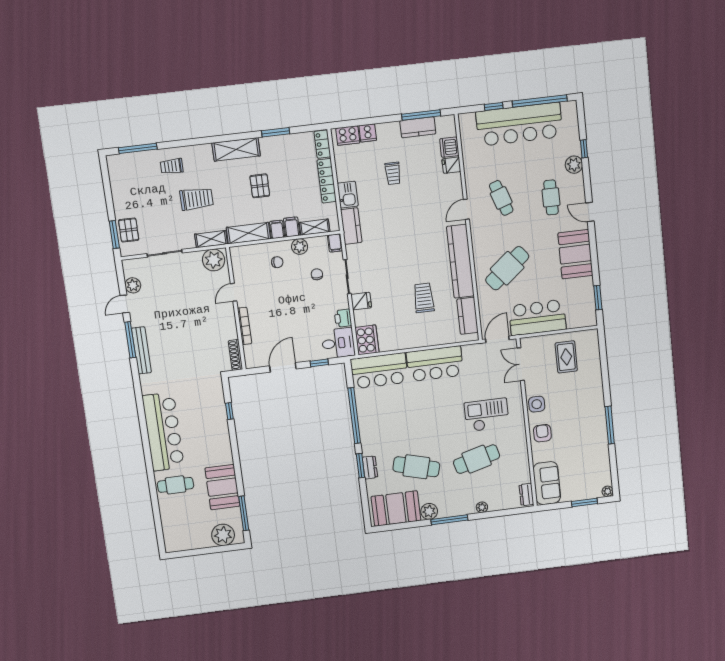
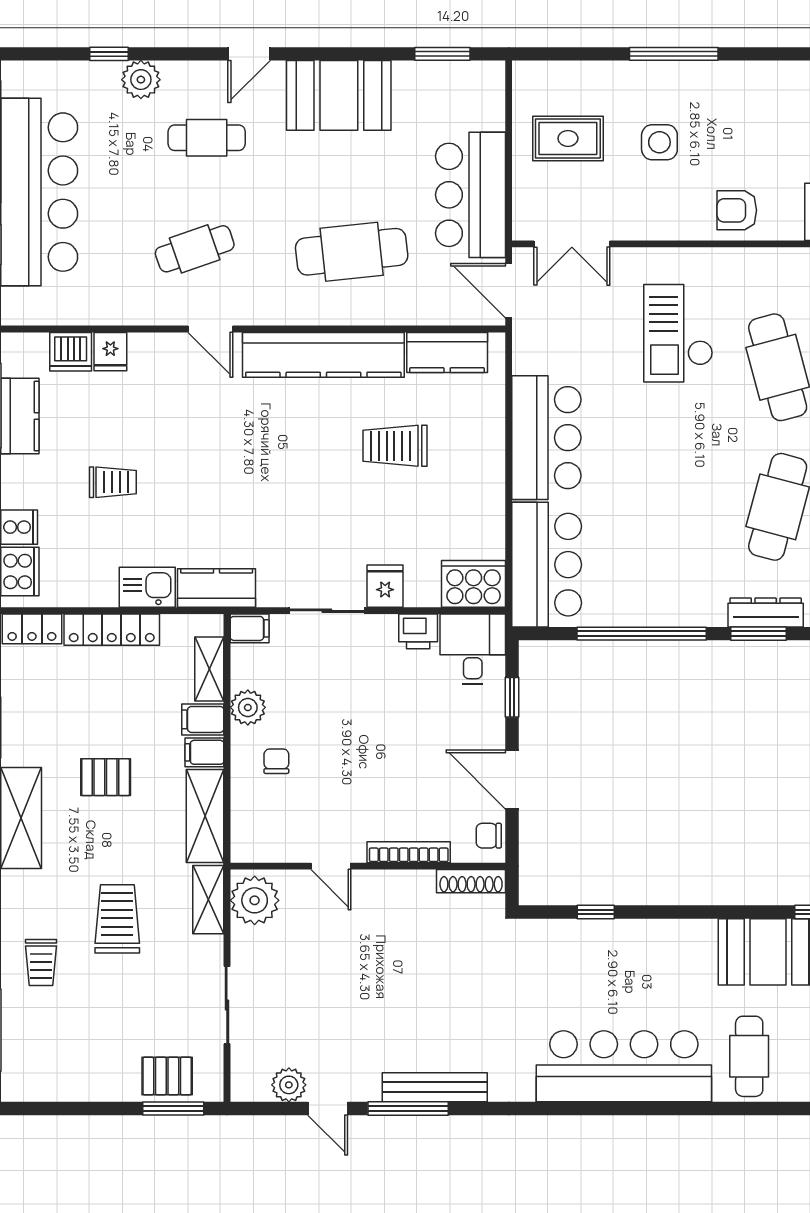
cafe table: (507, 268) -> (352, 252), turned -57
chair: (317, 274) -> (489, 836), moved
side table: (537, 404) -> (659, 142), moved
window: (610, 425) -> (674, 54), moved
dresser: (370, 467) -> (766, 612), width x1.44

